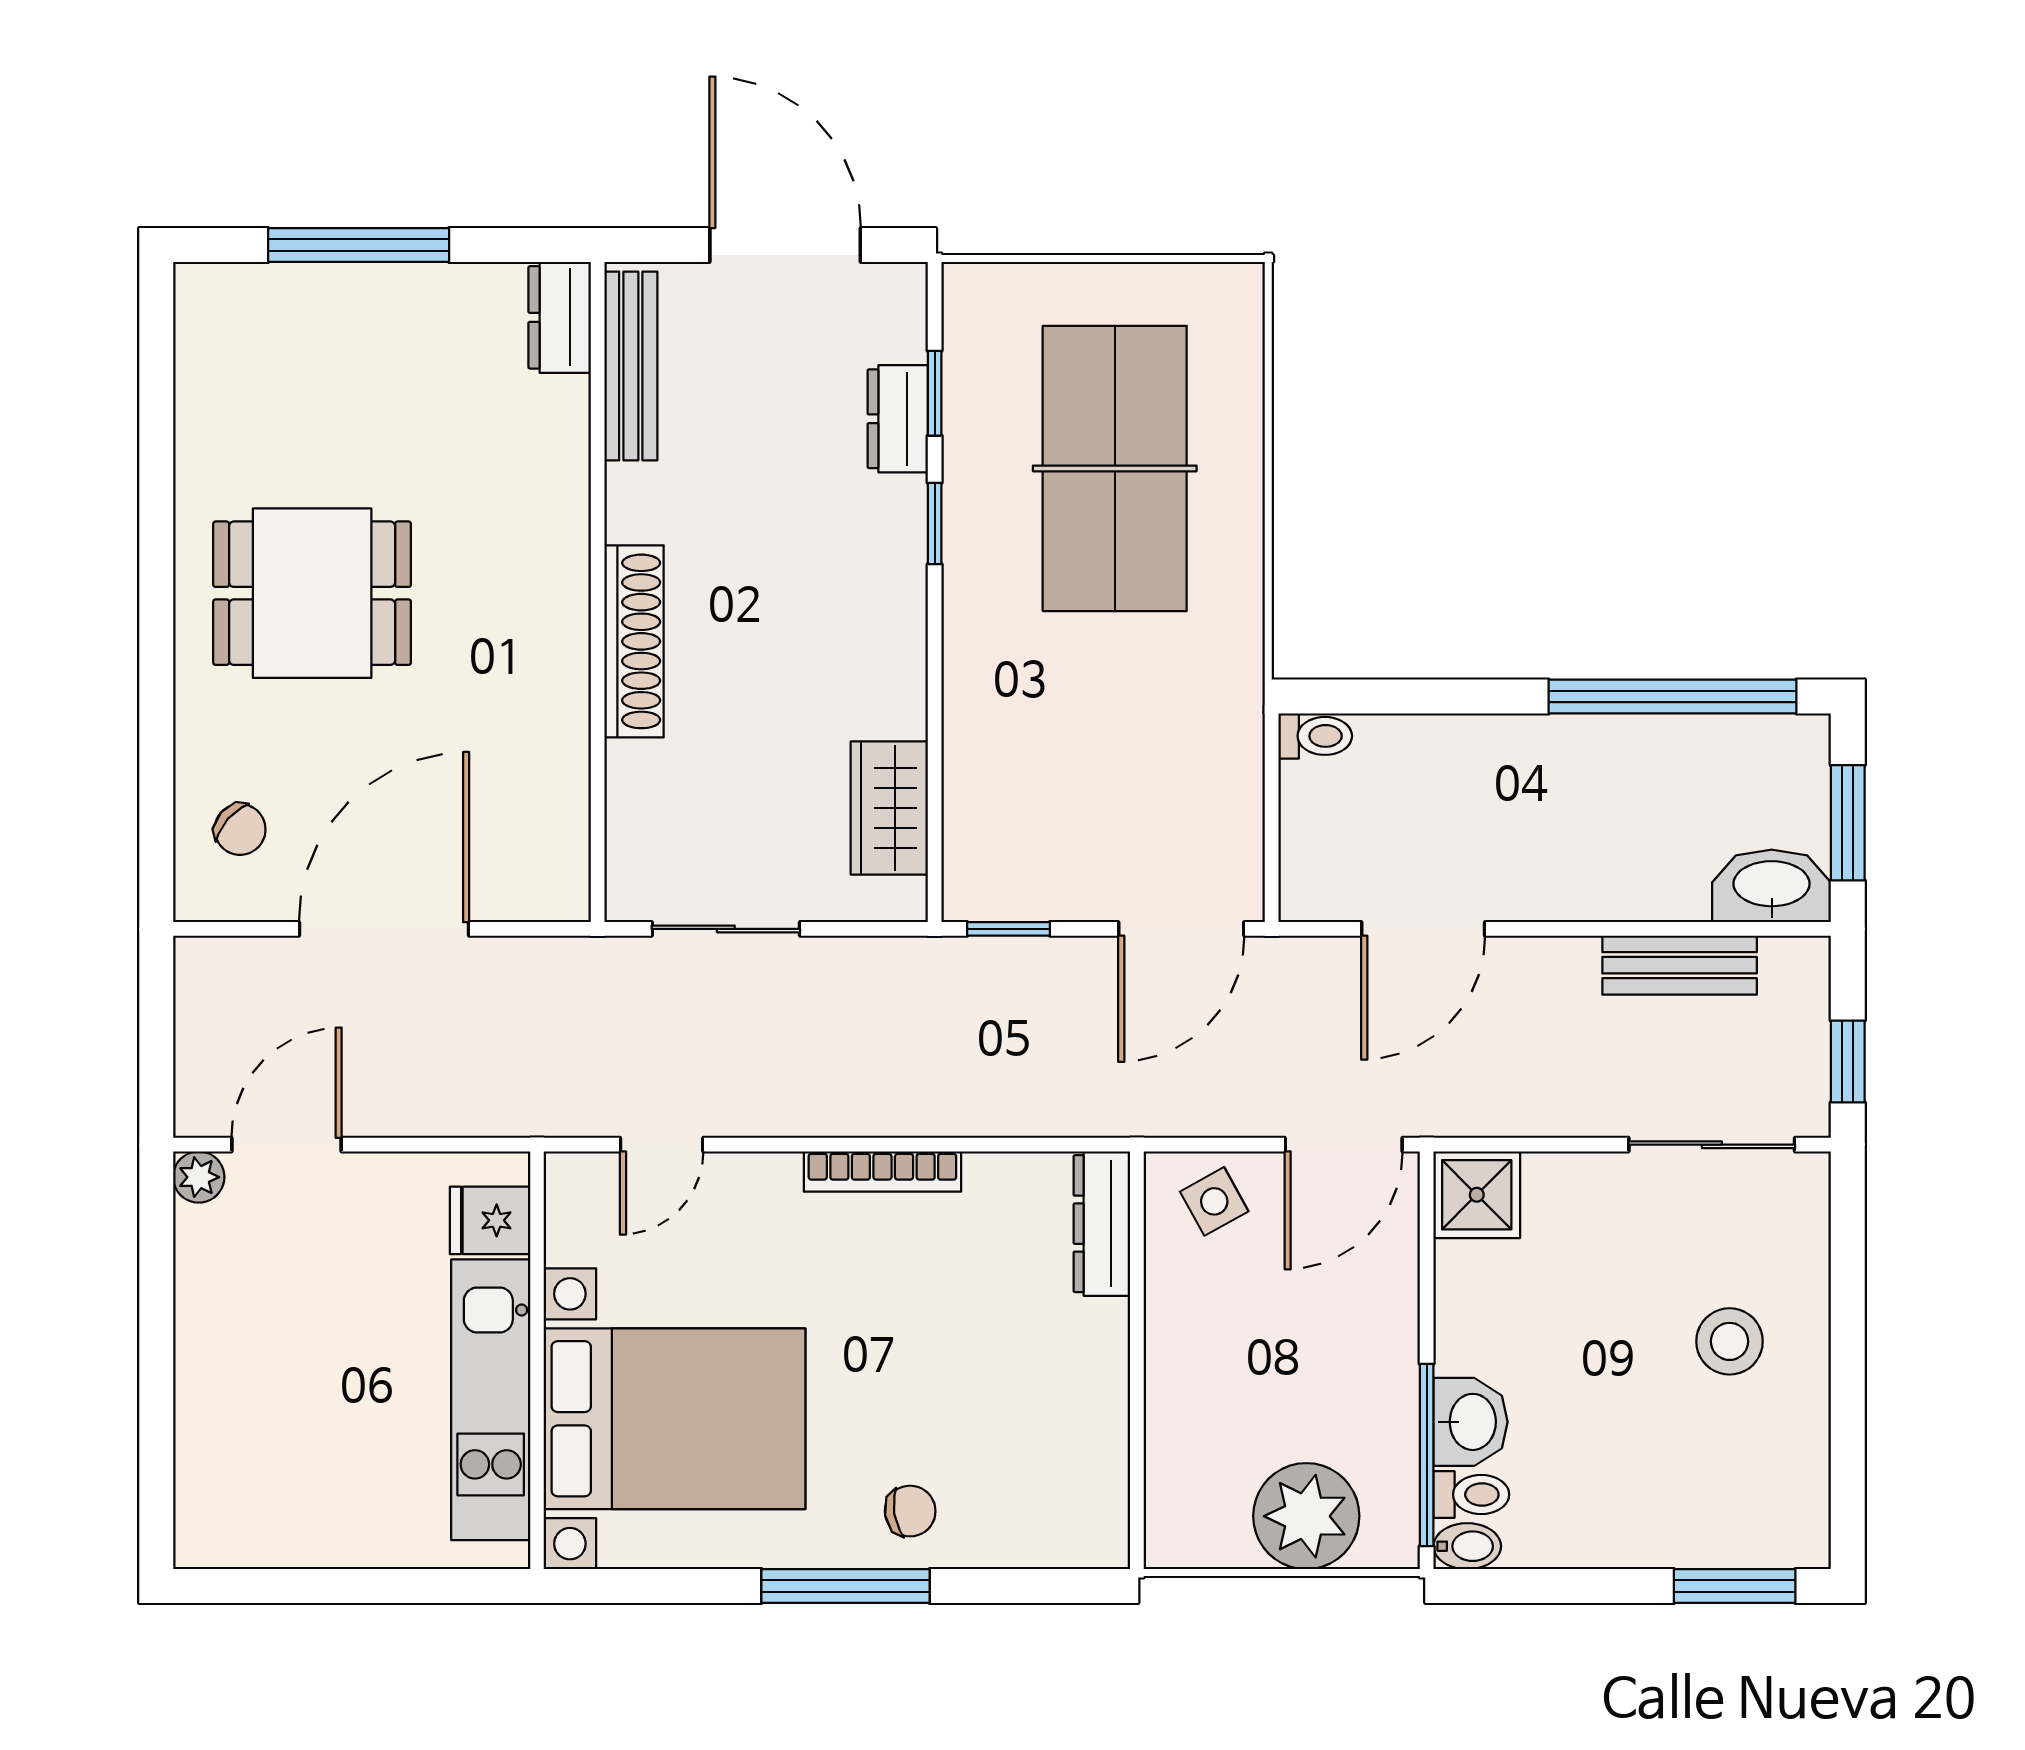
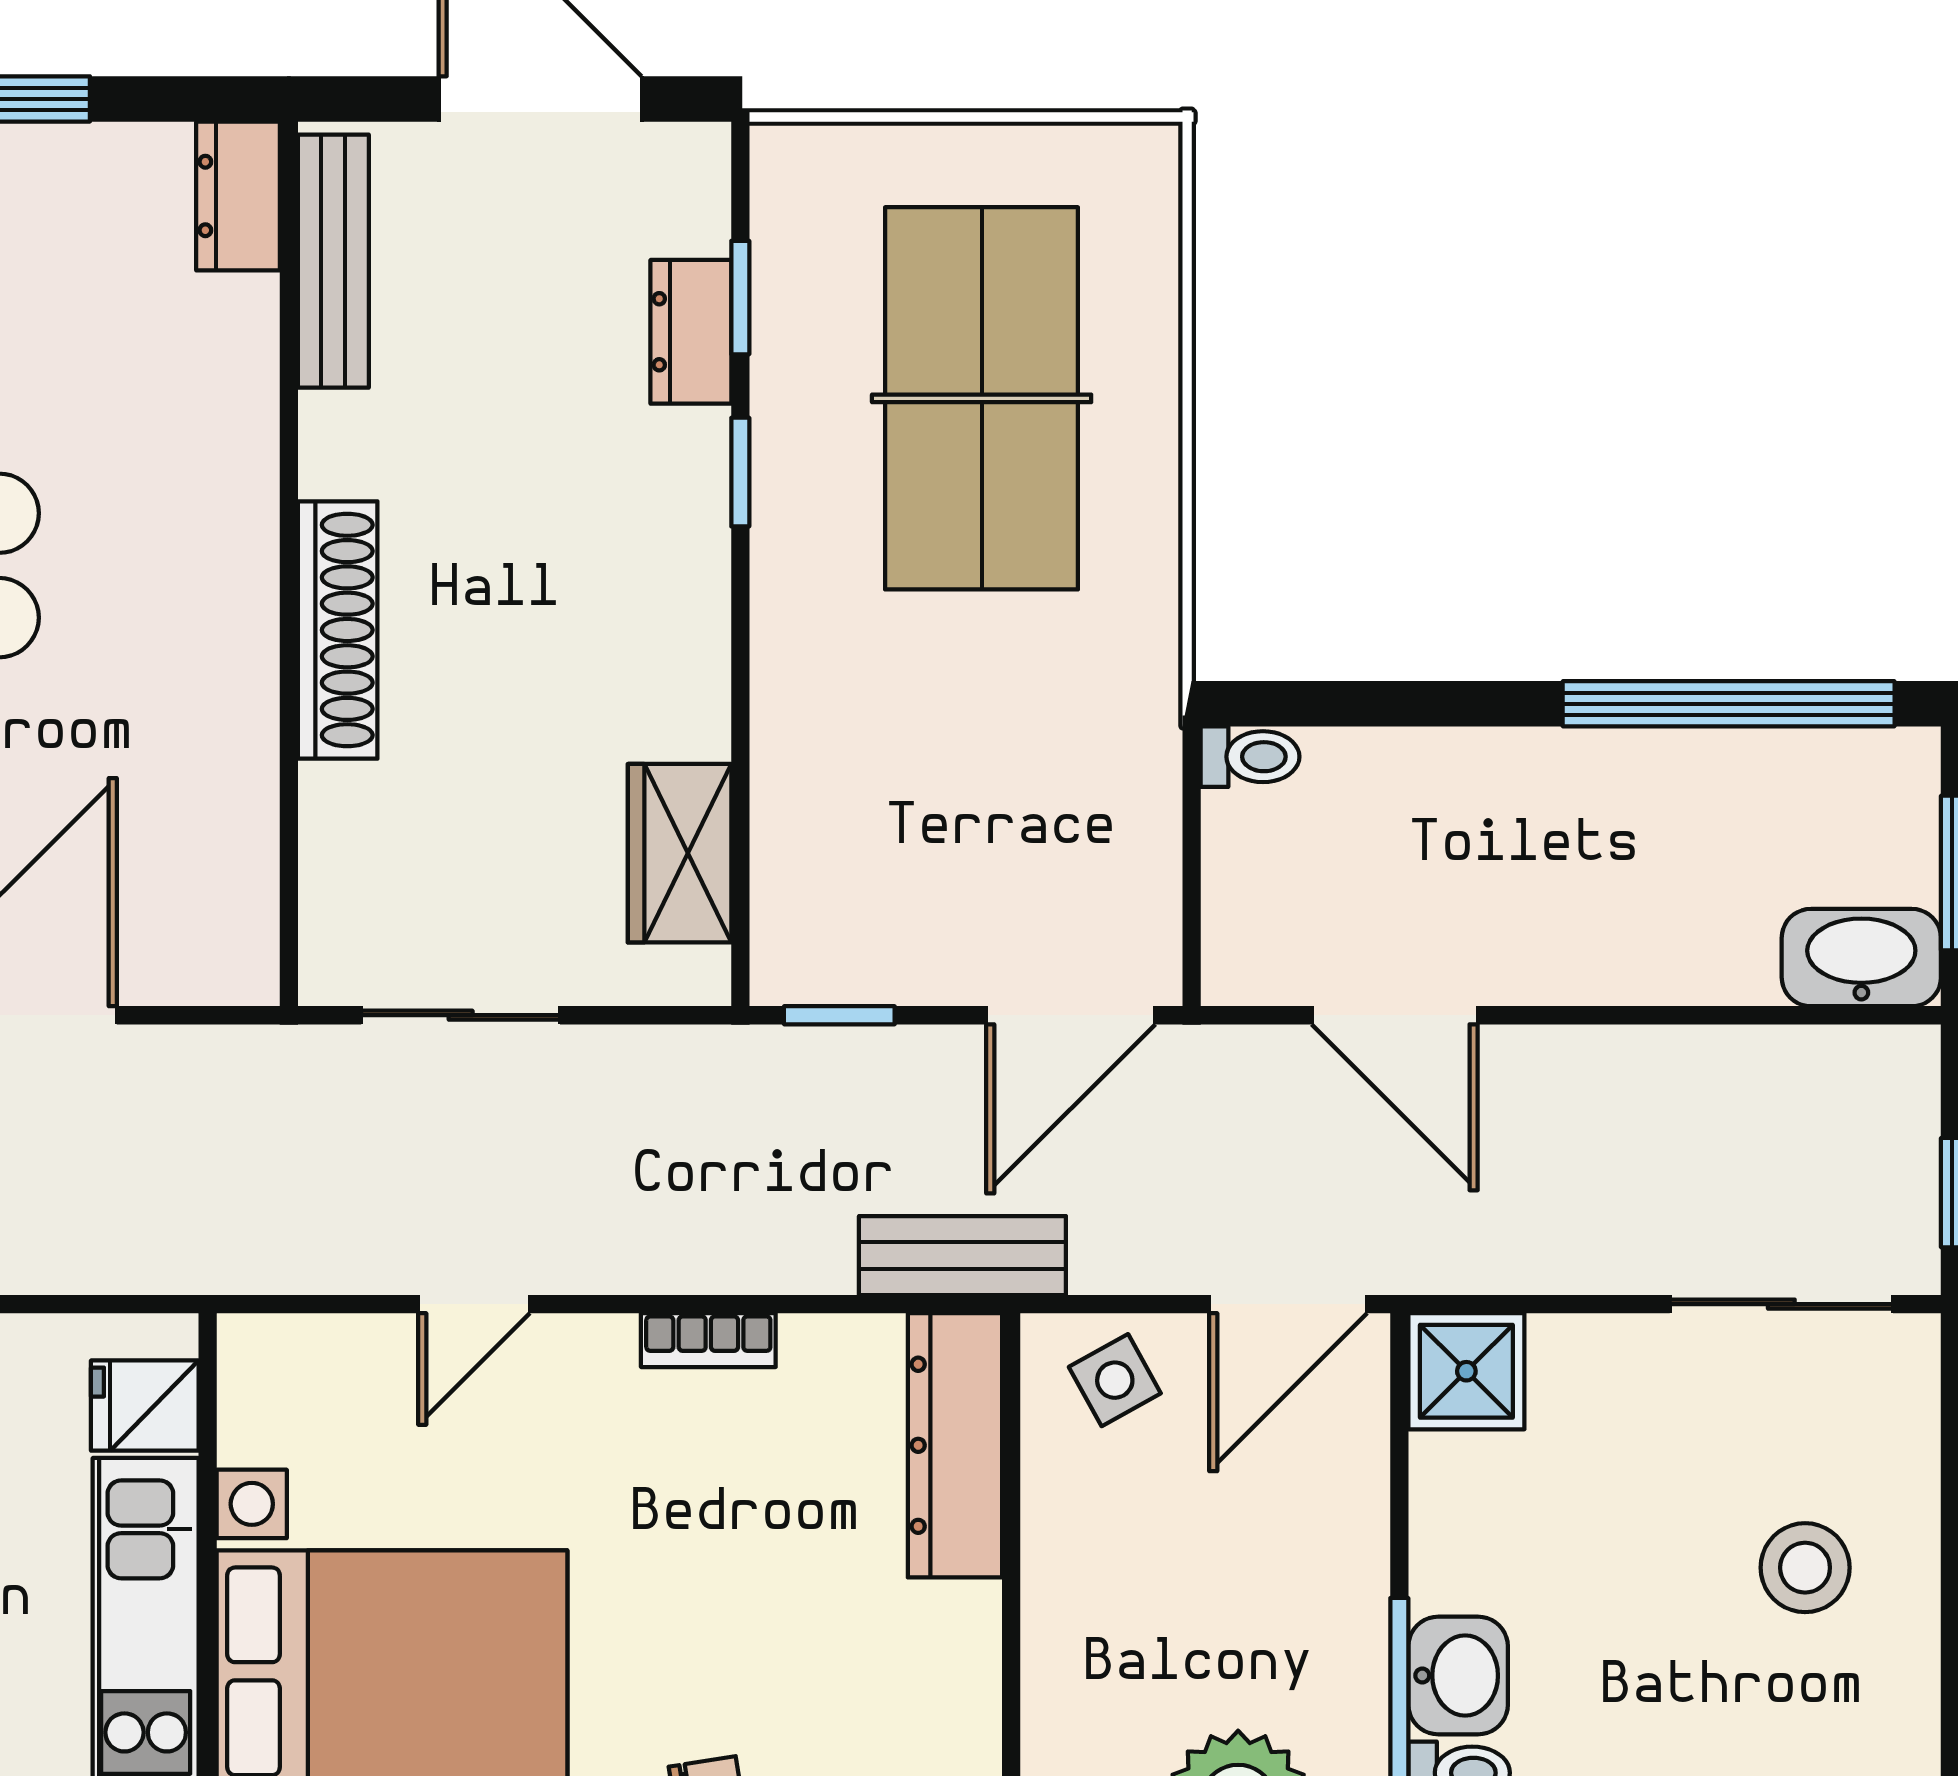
door: (1423, 929) -> (1395, 1015), hinge flipped
bench: (1680, 965) -> (962, 1256), moved
door: (662, 1145) -> (474, 1304), moved
bookcase: (882, 1172) -> (708, 1340), width x0.64
dresser: (1102, 1224) -> (955, 1445), width x1.37, depth x1.24

